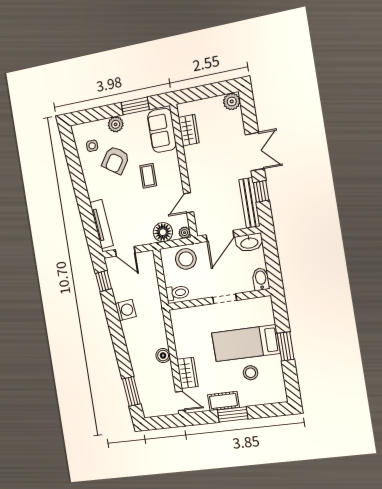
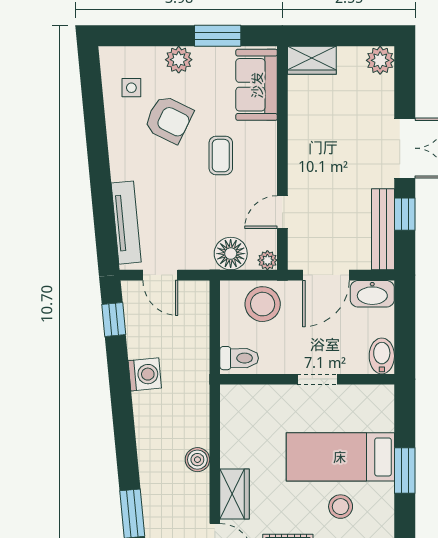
wardrobe: (189, 130) -> (312, 60), moved, turned 90
armchair: (116, 160) -> (169, 119), turned -98

